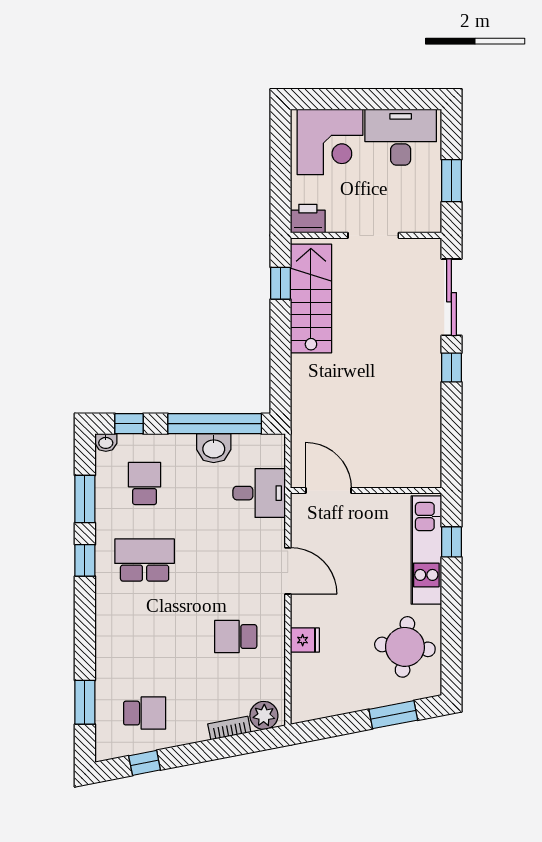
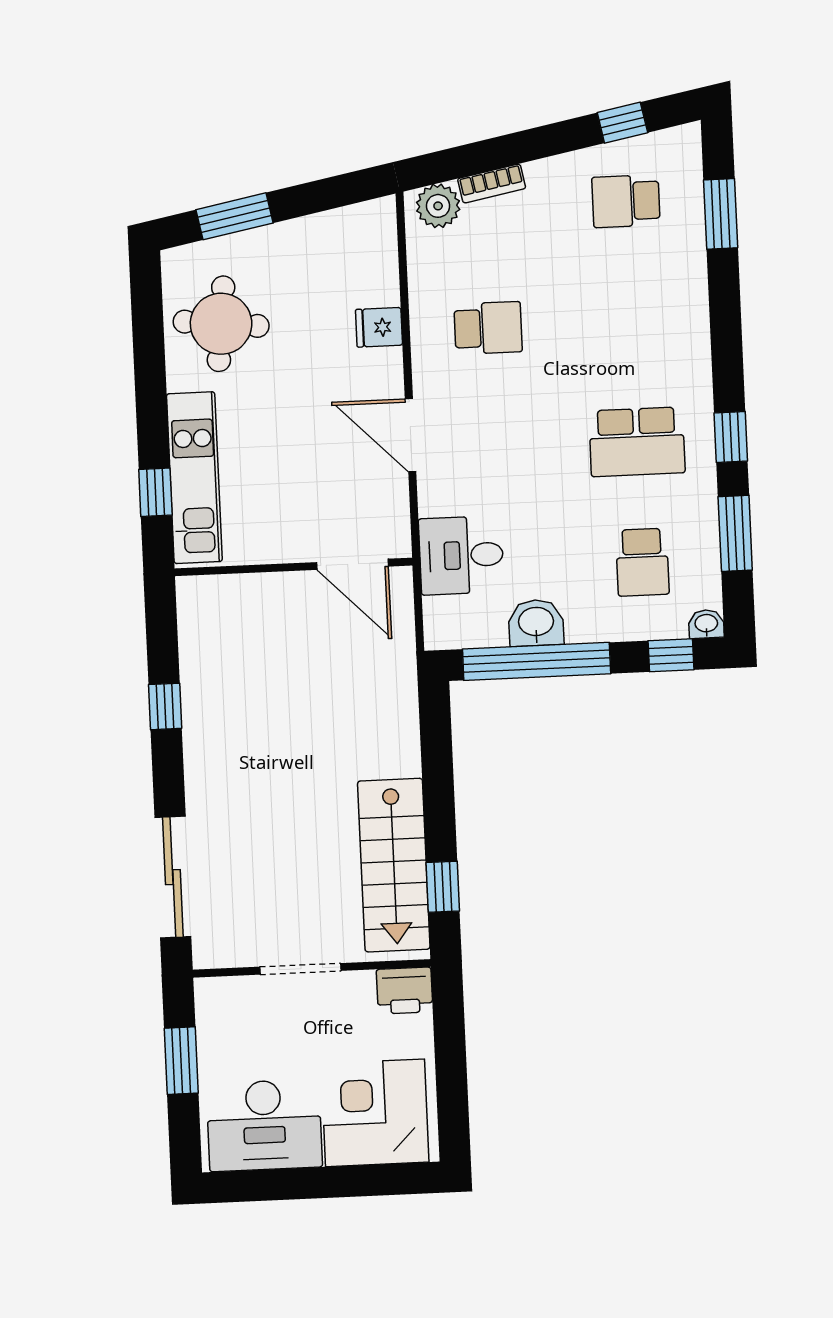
window: (451, 367) -> (165, 706), moved

